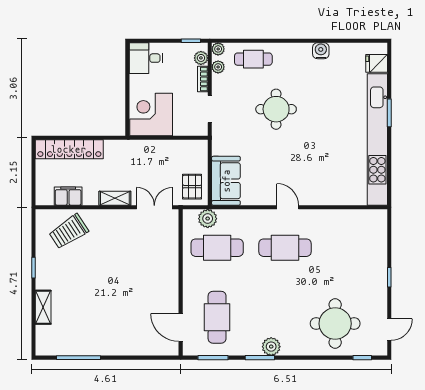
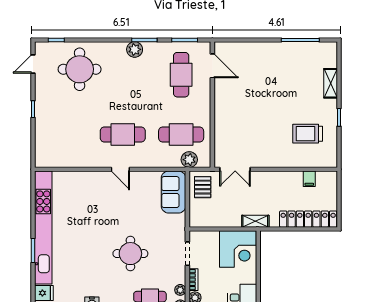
filing cabinet: (68, 196) -> (309, 179), width x0.50
shelving: (115, 198) -> (255, 221), moved
trolley: (69, 231) -> (308, 134), moved, turned -147

